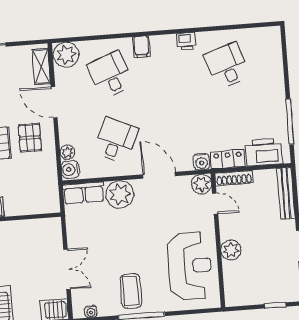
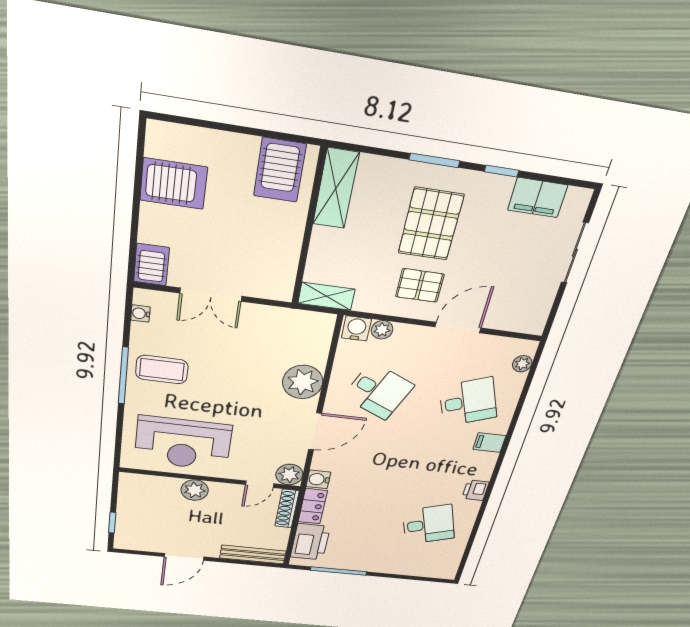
plant: (66, 55) -> (522, 364), width x0.53, depth x0.53
shelving: (41, 66) -> (326, 296), moved
row of seats: (84, 193) -> (318, 339), removed

